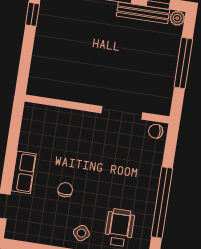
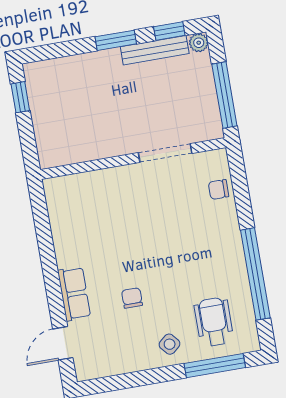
wall: (97, 109) -> (133, 159), moved
doorway: (122, 113) -> (165, 153), moved

